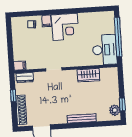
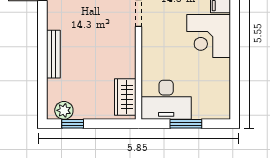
window: (118, 37) -> (186, 124), width x0.47
wardrobe: (88, 75) -> (125, 97), moved

